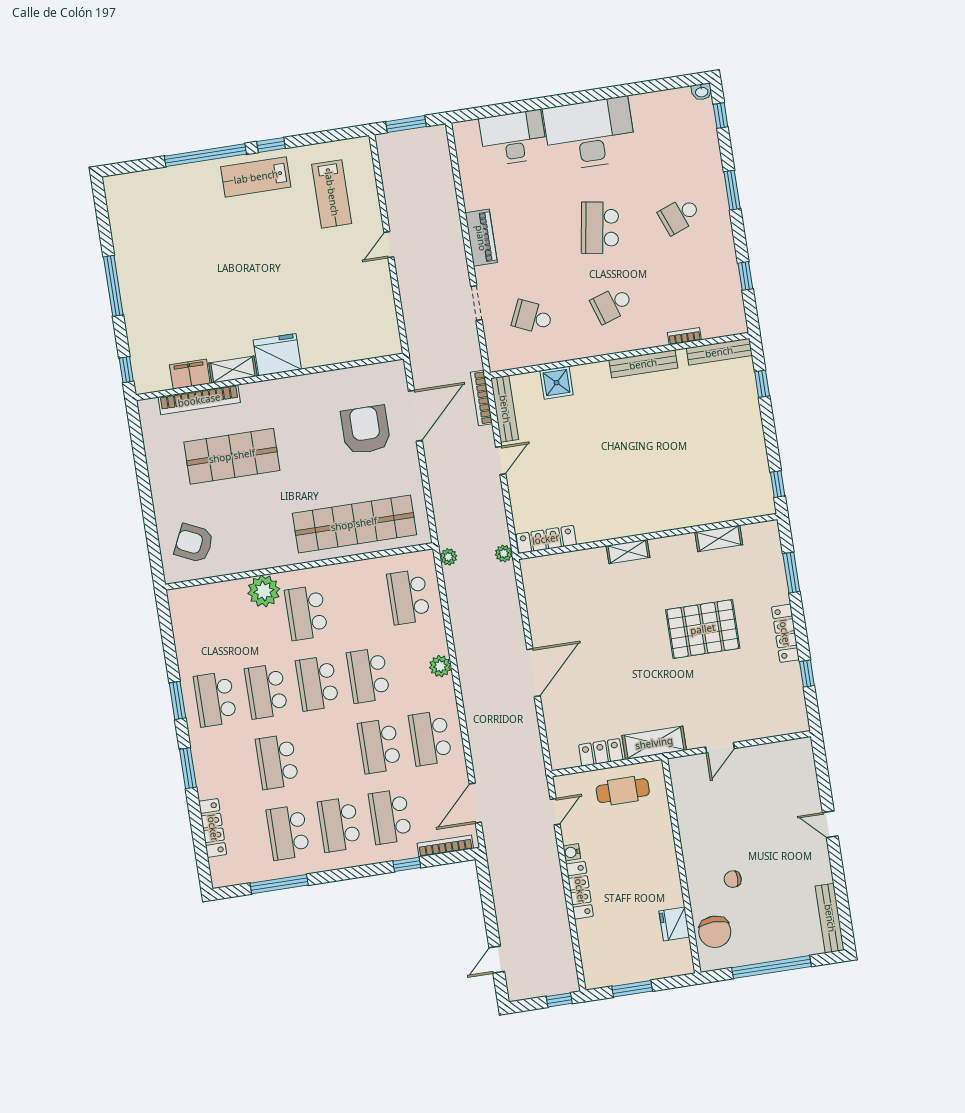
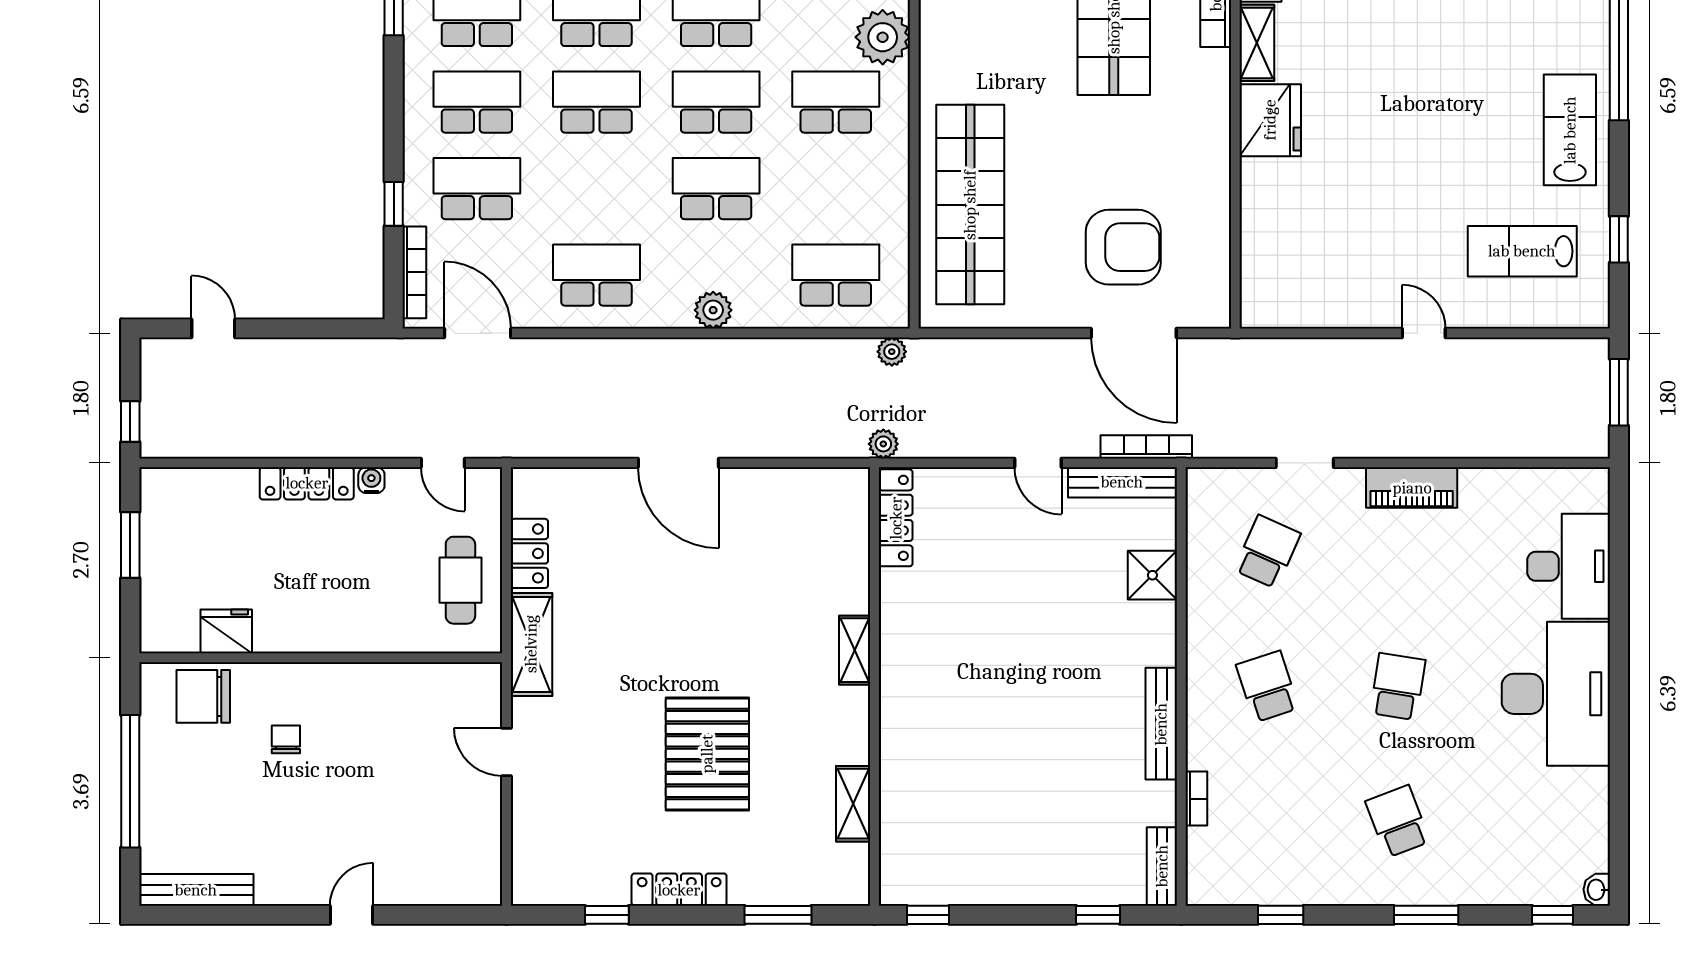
window: (271, 145) -> (1619, 239), moved
school desk: (600, 228) -> (1398, 687), width x0.54
bench: (719, 352) -> (1162, 866), width x0.73
school desk: (379, 746) -> (596, 102), moved

